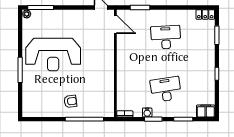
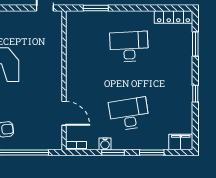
locker: (205, 14) -> (173, 17), width x1.53
door: (115, 24) -> (64, 113), moved

